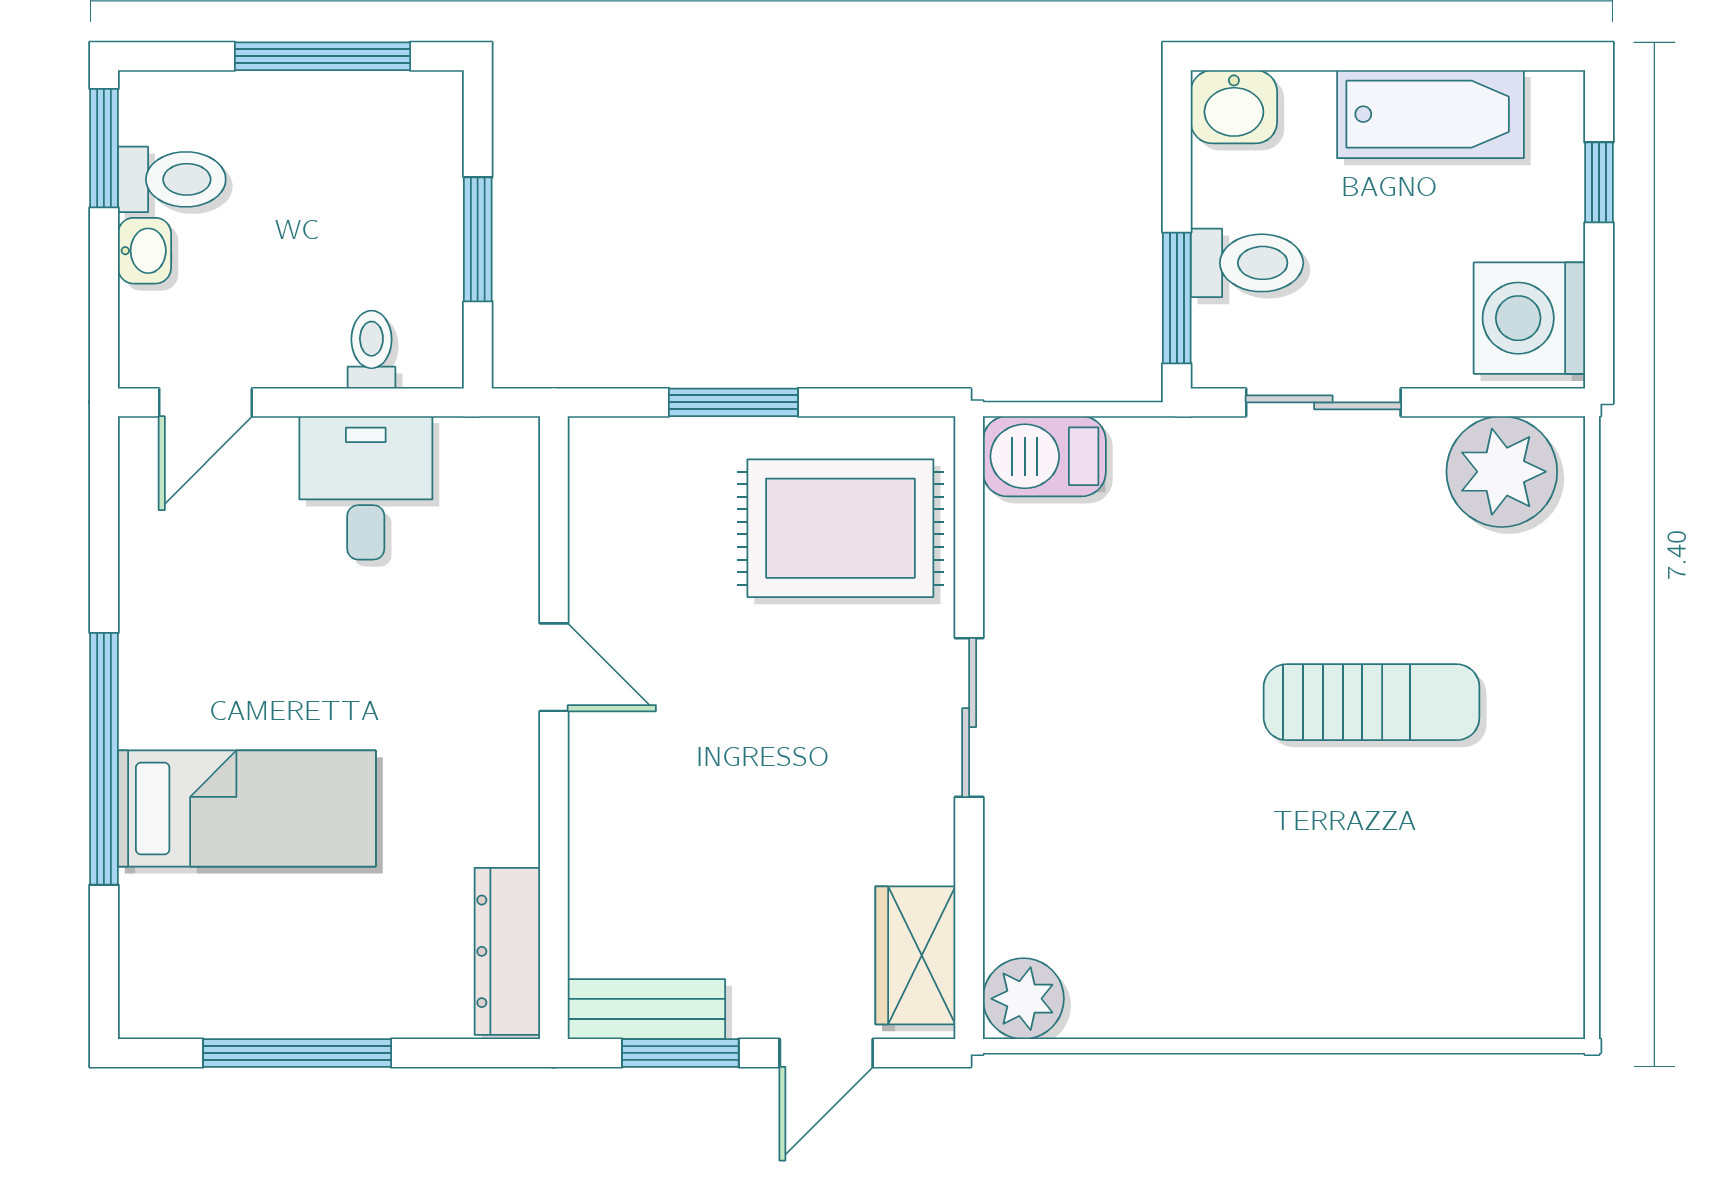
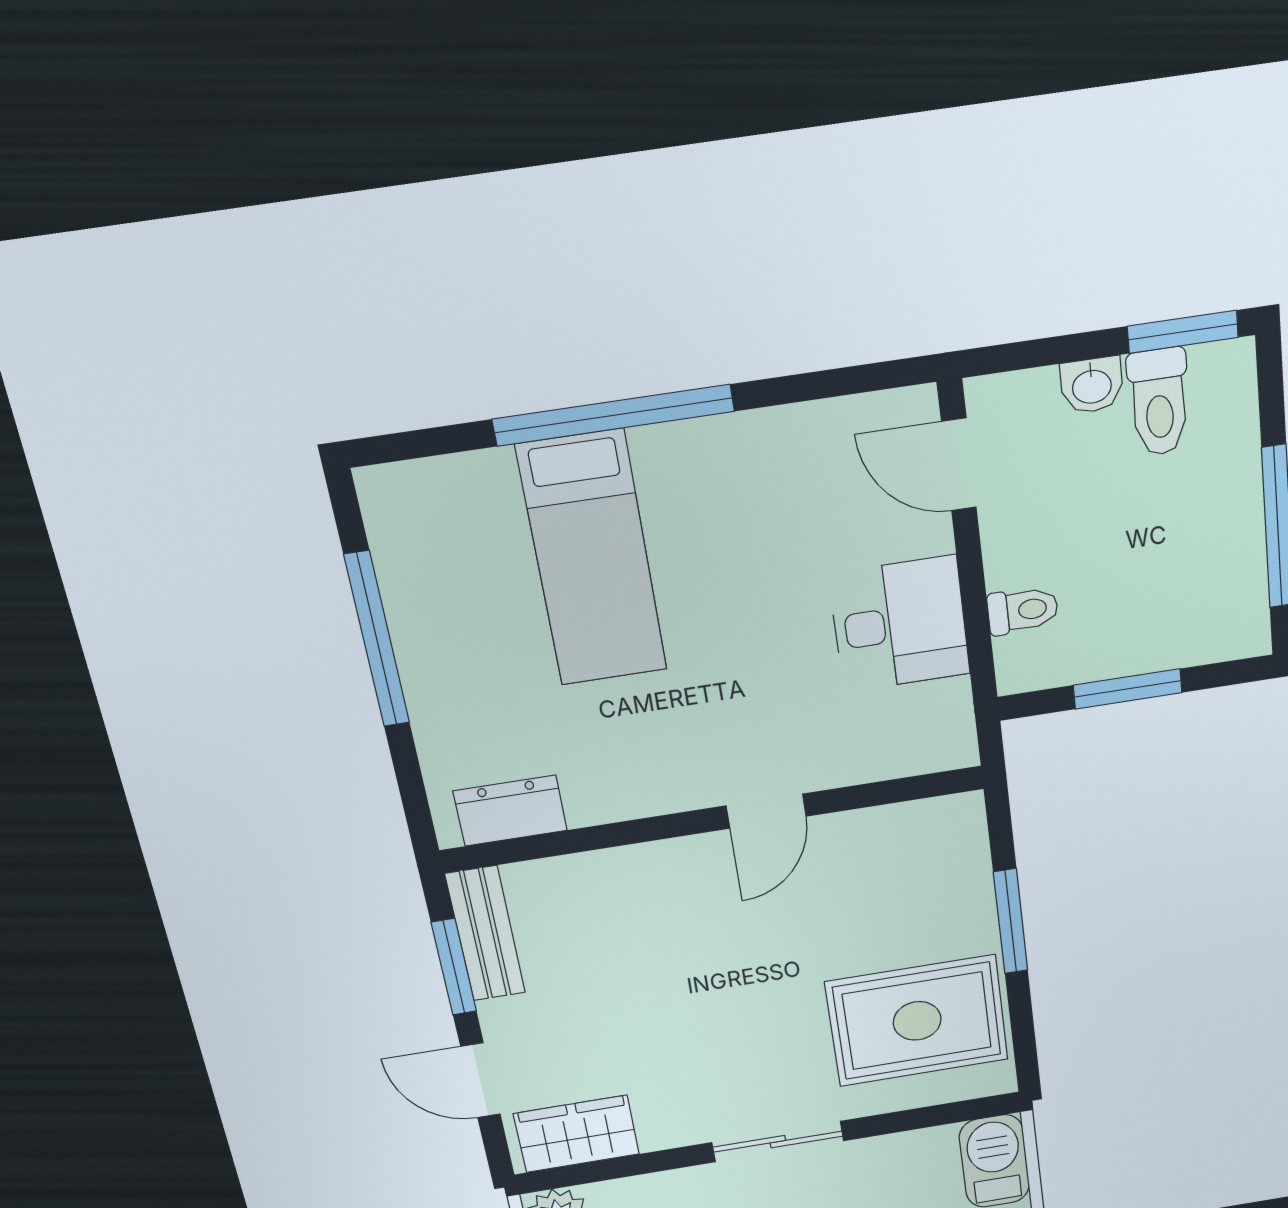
rug: (840, 528) -> (917, 1021), turned 90
dresser: (507, 951) -> (510, 811), width x0.70

